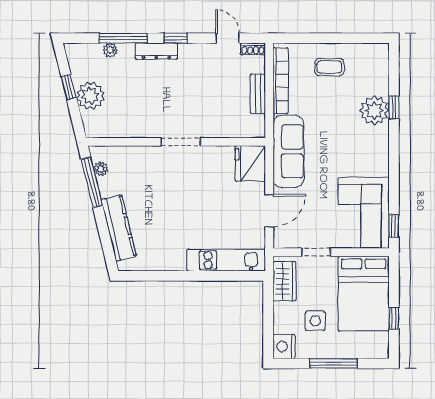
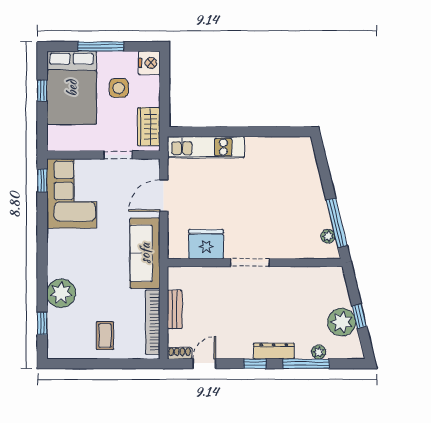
door: (228, 38) -> (204, 364), swing flipped
coffee table: (329, 67) -> (105, 336), turned 90
plant: (90, 96) -> (342, 322), moved
window: (394, 107) -> (42, 323), moved
fridge: (250, 163) -> (206, 244), moved, turned -90
kitchen counter: (119, 228) -> (311, 179), removed
bed: (364, 294) -> (72, 88), moved, turned 180

